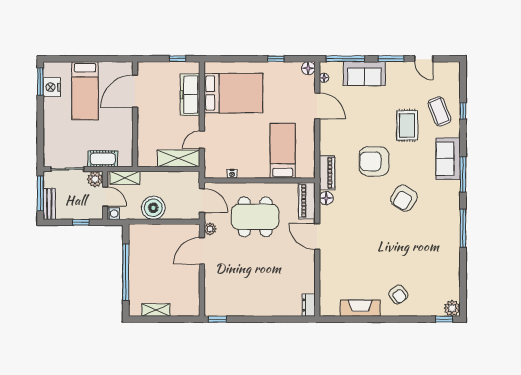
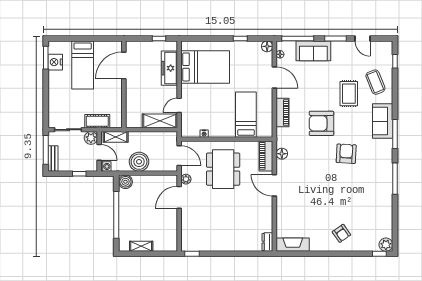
window: (463, 111) -> (395, 61), moved
piano: (327, 173) -> (283, 112), moved
armchair: (404, 198) -> (346, 154), turned 151
dining table: (255, 217) -> (223, 169), turned 90
boiler: (137, 232) -> (125, 182), added
fireplace: (360, 308) -> (293, 245), moved

